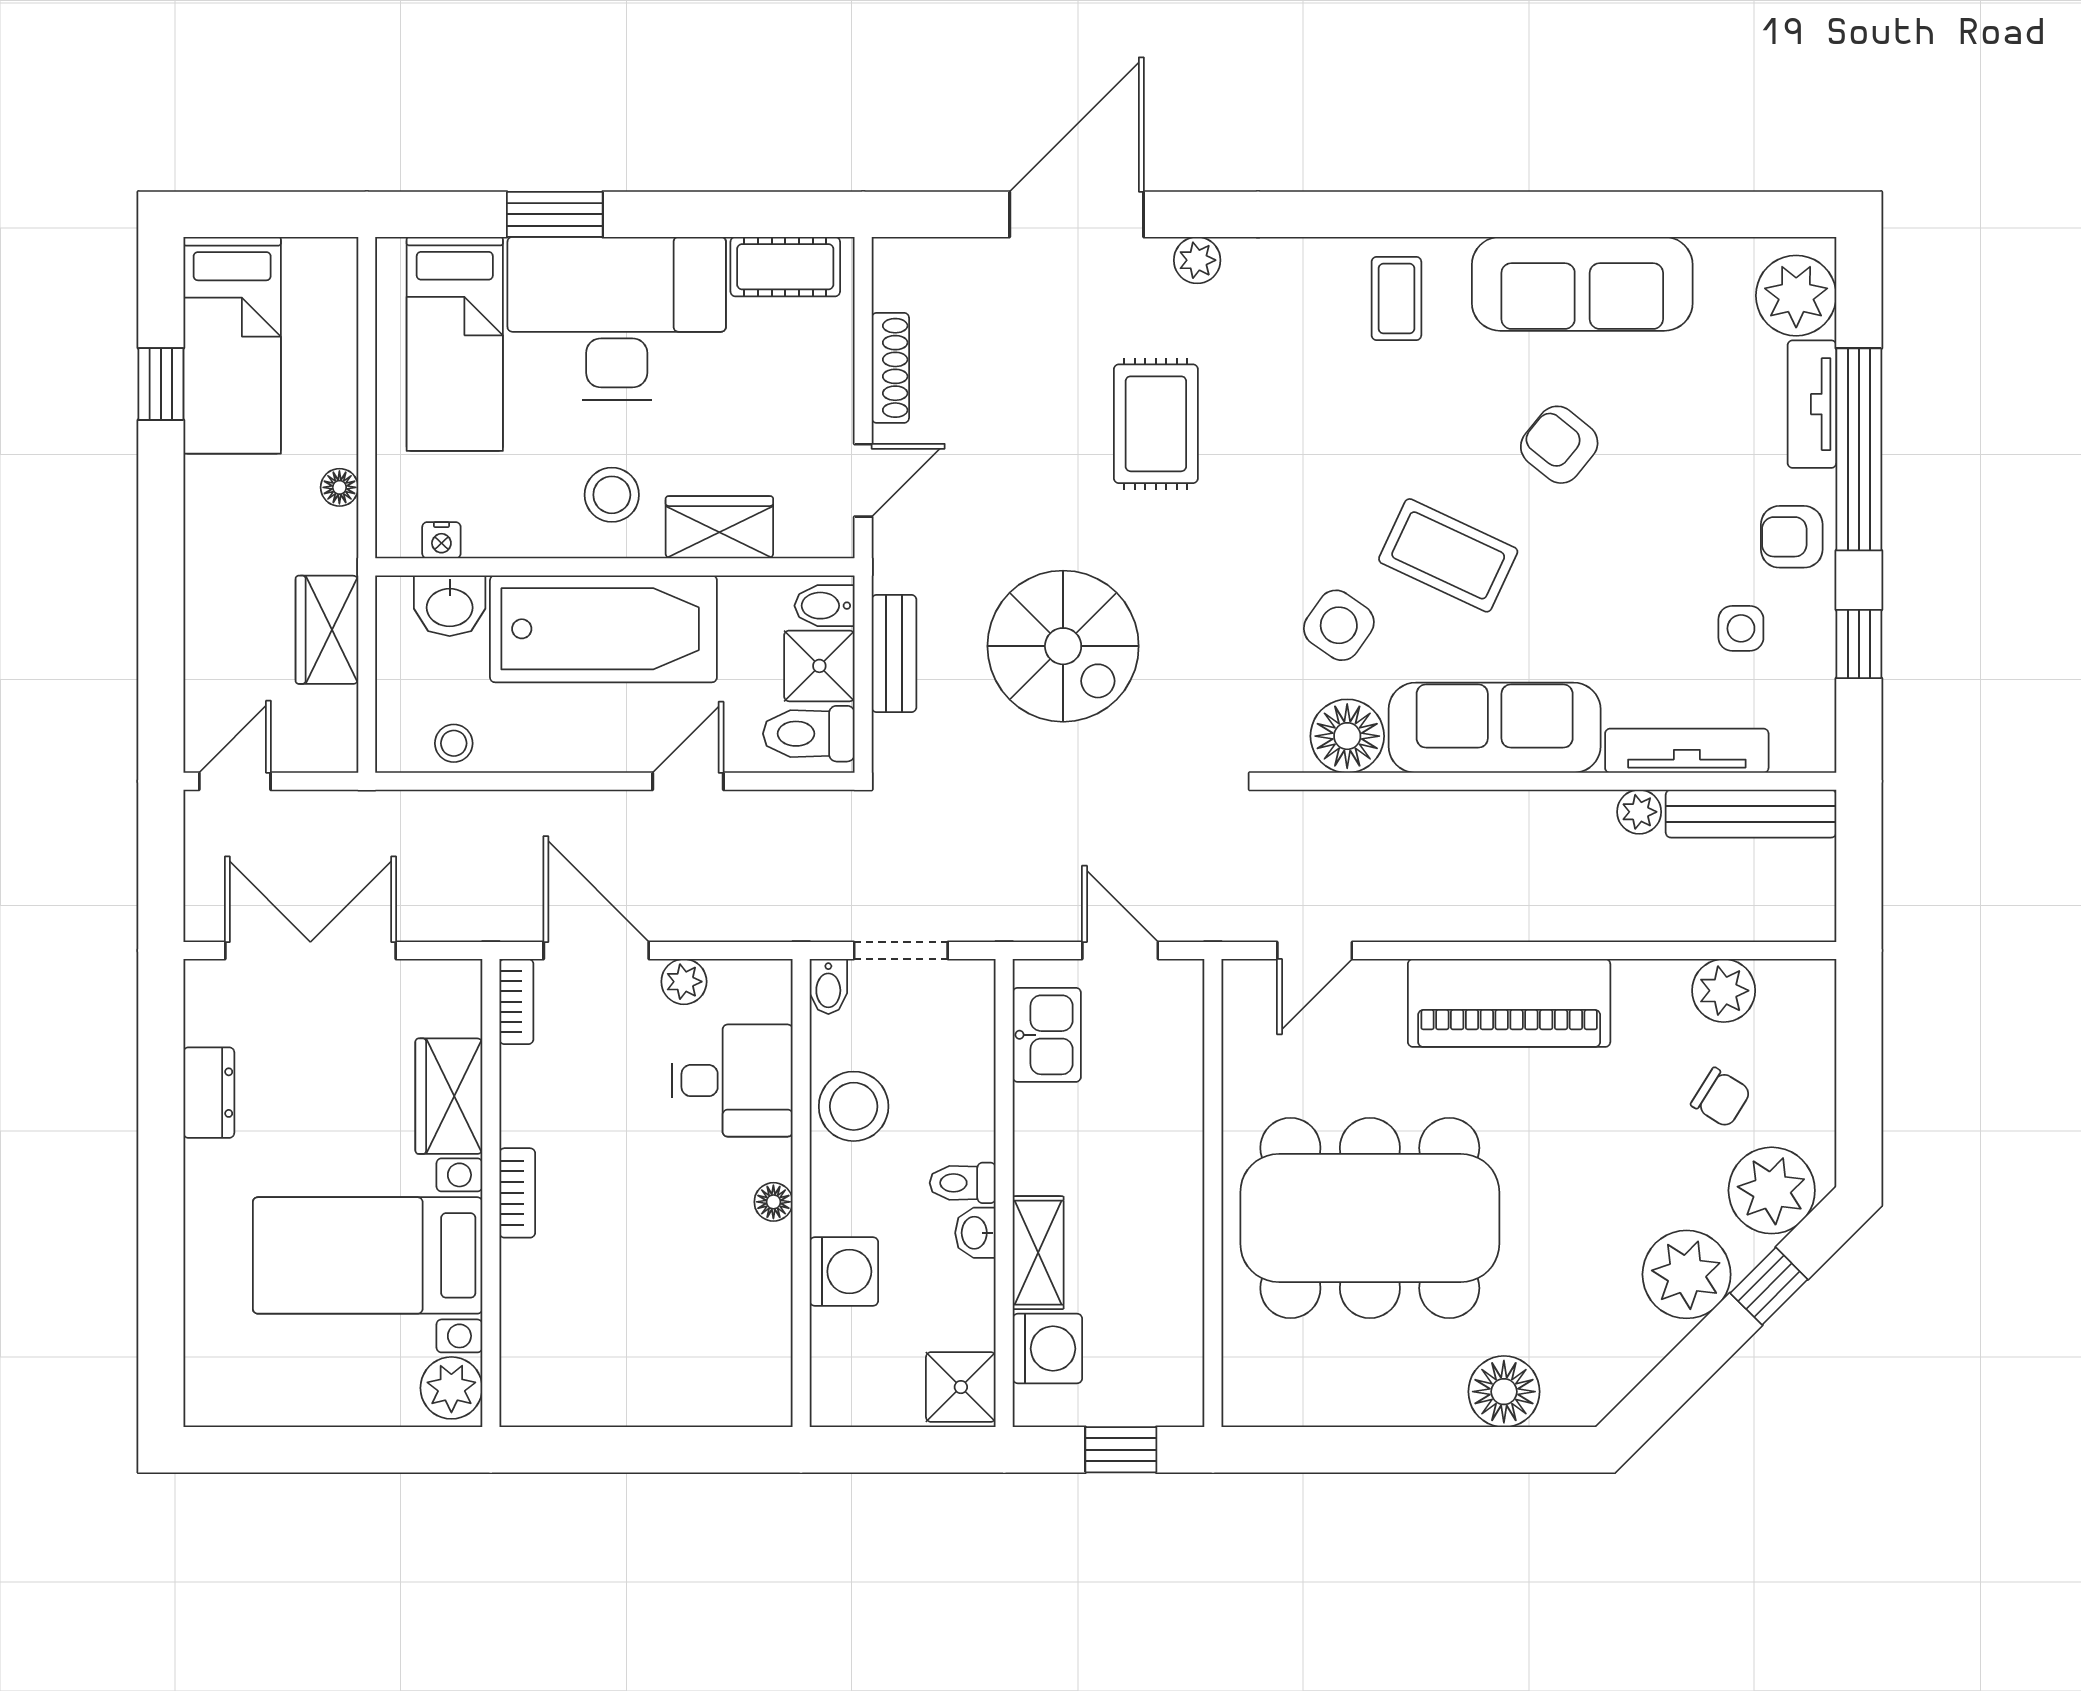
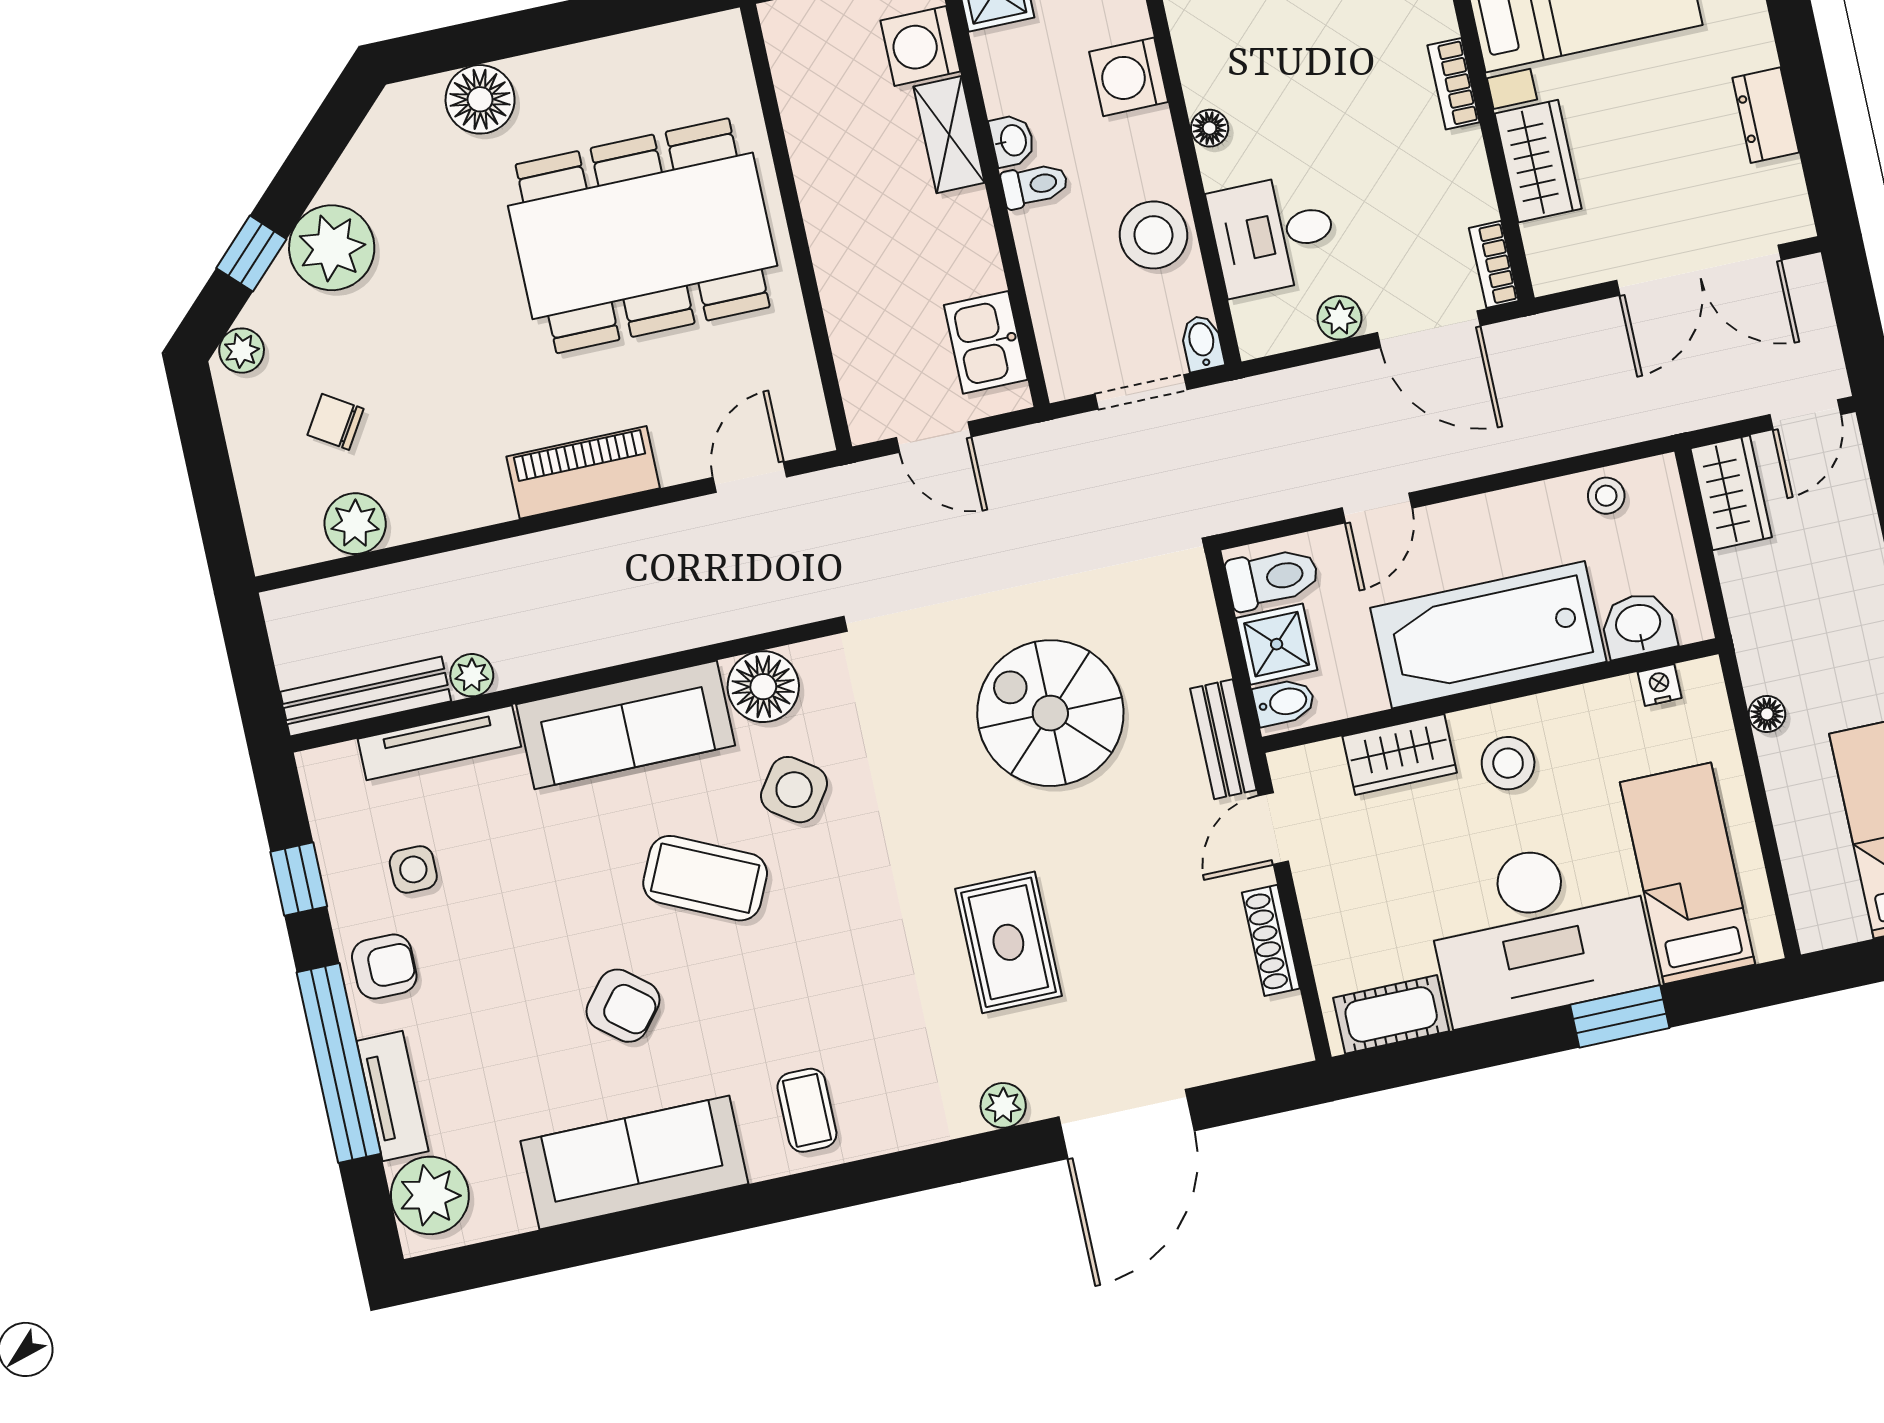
wardrobe: (327, 630) -> (1731, 493), moved
bench: (894, 653) -> (1223, 739), moved
piano: (1509, 1003) -> (583, 472), width x0.73, depth x0.75
plant: (1772, 1190) -> (242, 351), width x0.53, depth x0.53

